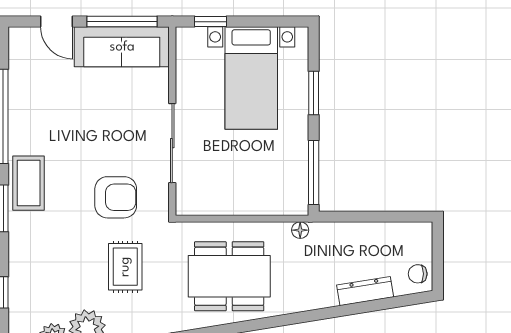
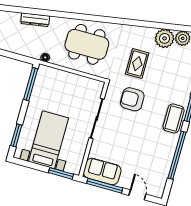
window: (210, 22) -> (61, 173), width x1.50
sofa: (122, 47) -> (102, 171), width x0.73
window: (314, 93) -> (16, 135), moved
dresser: (365, 291) -> (35, 20), moved

